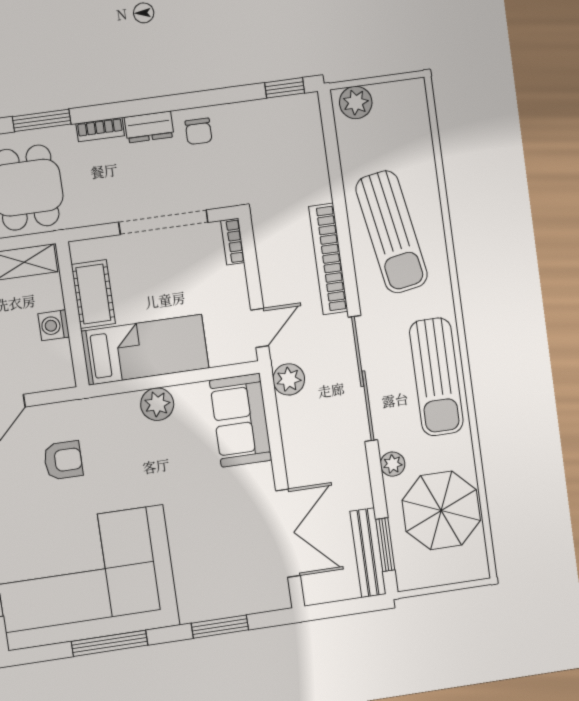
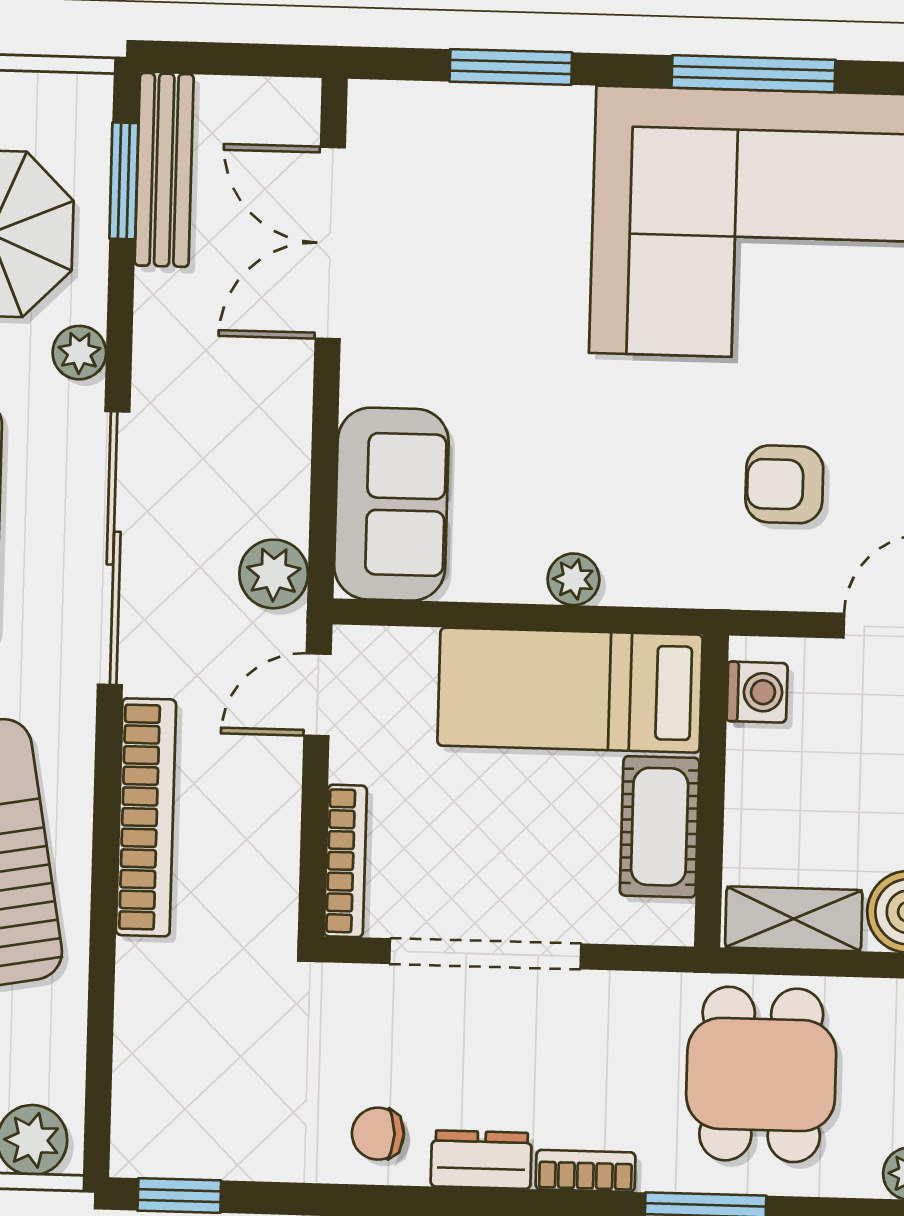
chair: (199, 131) -> (378, 1134), turned -90
bookcase: (233, 242) -> (345, 861), width x1.56
washing machine: (54, 325) -> (757, 692), moved
plant: (157, 404) -> (573, 579), width x0.73, depth x0.73

